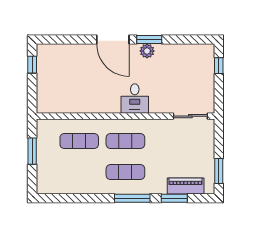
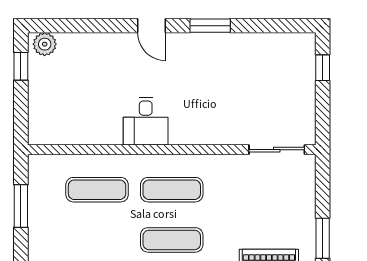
door: (113, 40) -> (152, 26), width x0.53
plant: (147, 51) -> (45, 44), moved
desk: (135, 99) -> (146, 121), moved

